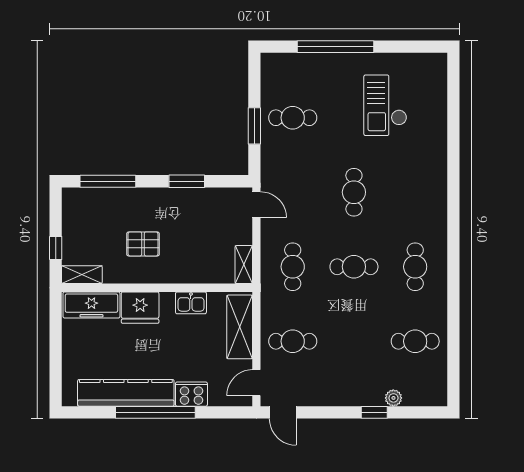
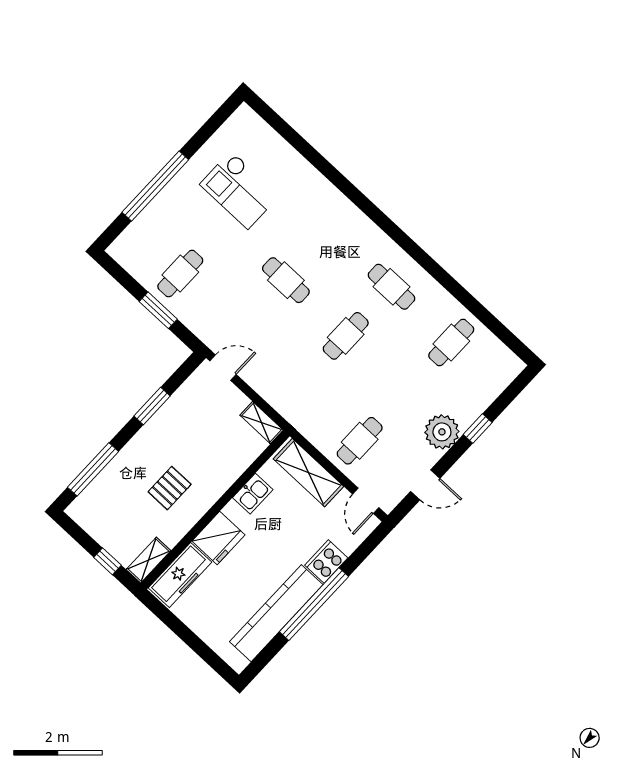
cafe table: (293, 267) -> (300, 385), removed
plant: (393, 398) -> (442, 432), moved, width x1.87, depth x1.87
door: (283, 412) -> (425, 485), moved

